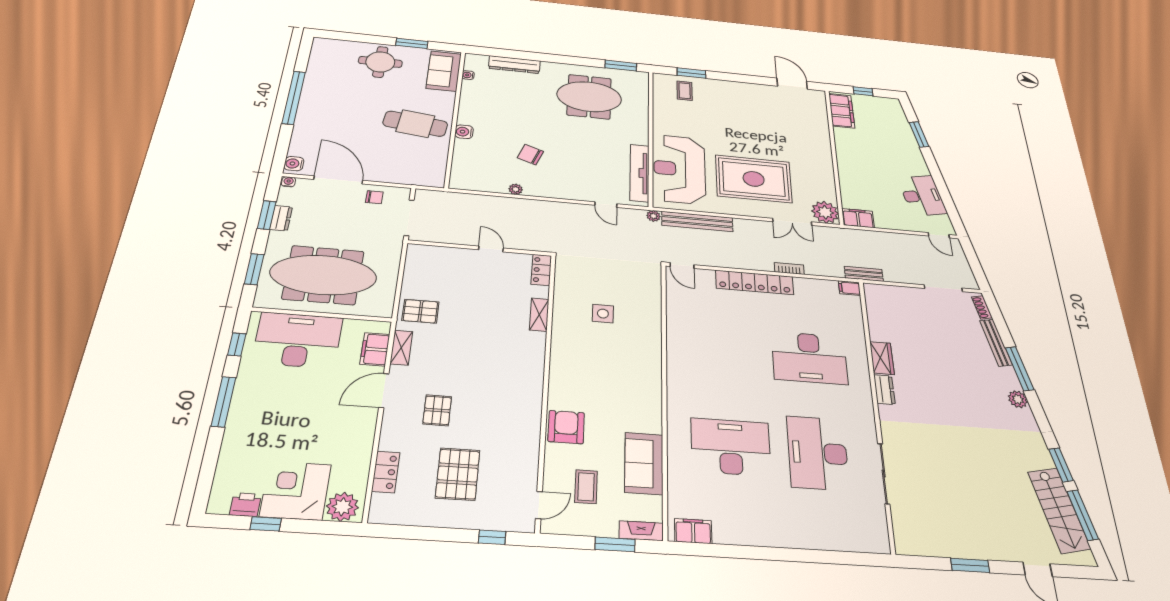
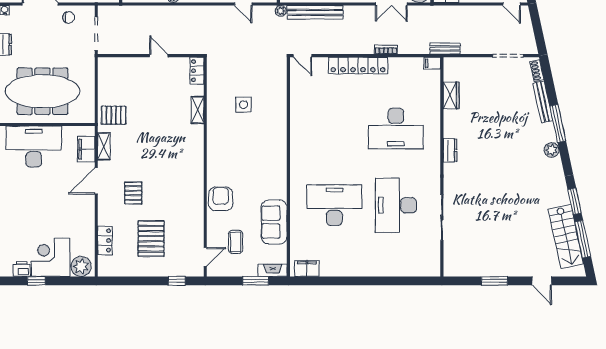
wardrobe: (882, 358) -> (451, 95), moved

